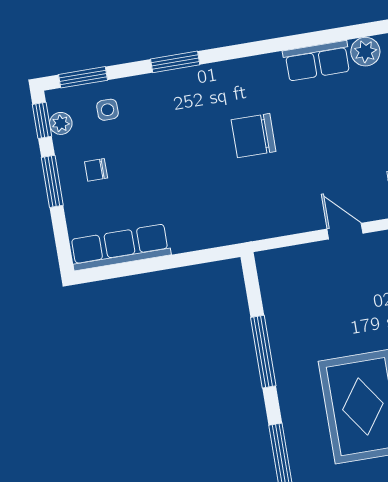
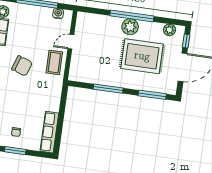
chair: (254, 136) -> (22, 66), turned -71
coffee table: (285, 208) -> (54, 62), added

